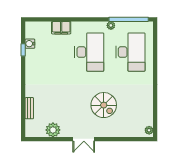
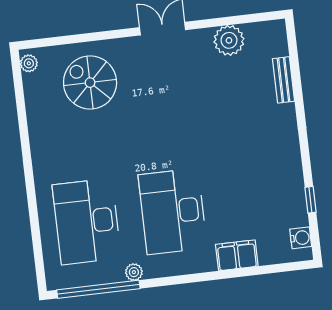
water cooler: (30, 44) -> (301, 238), moved
spiral stairs: (104, 105) -> (90, 83), moved

